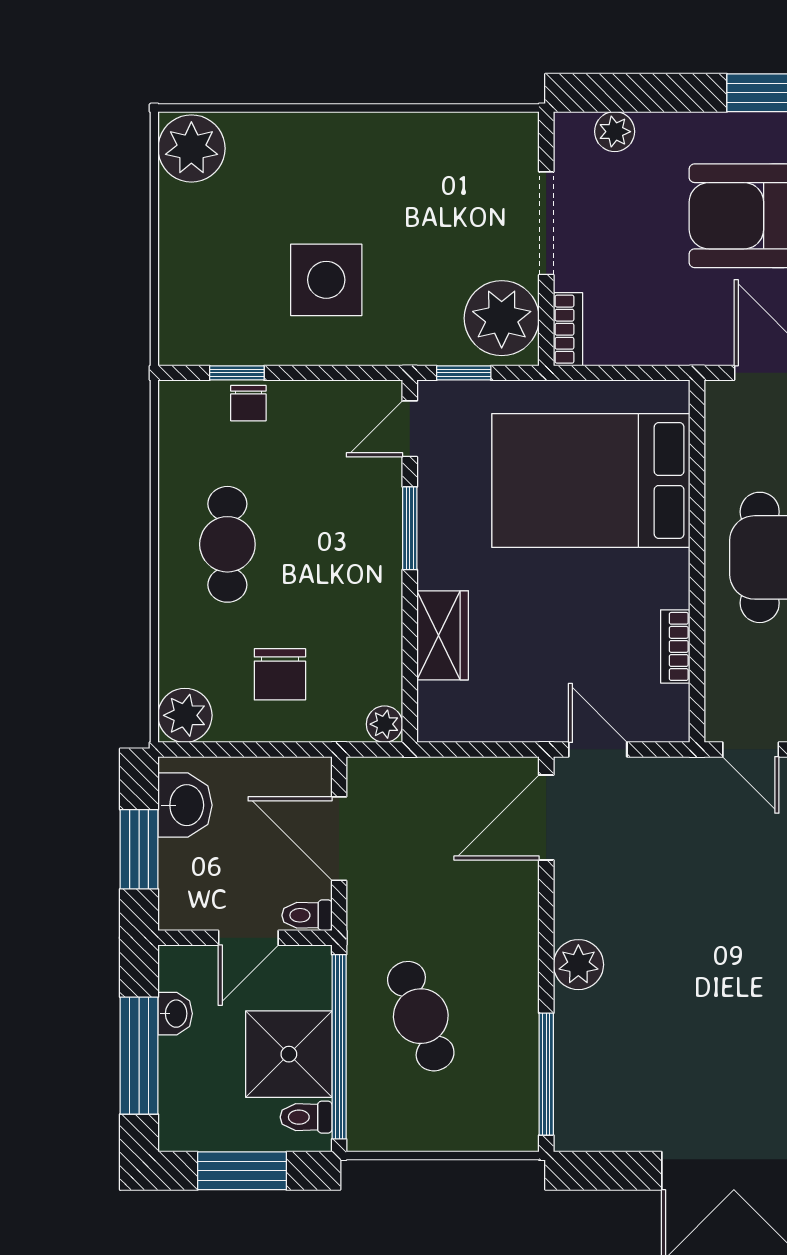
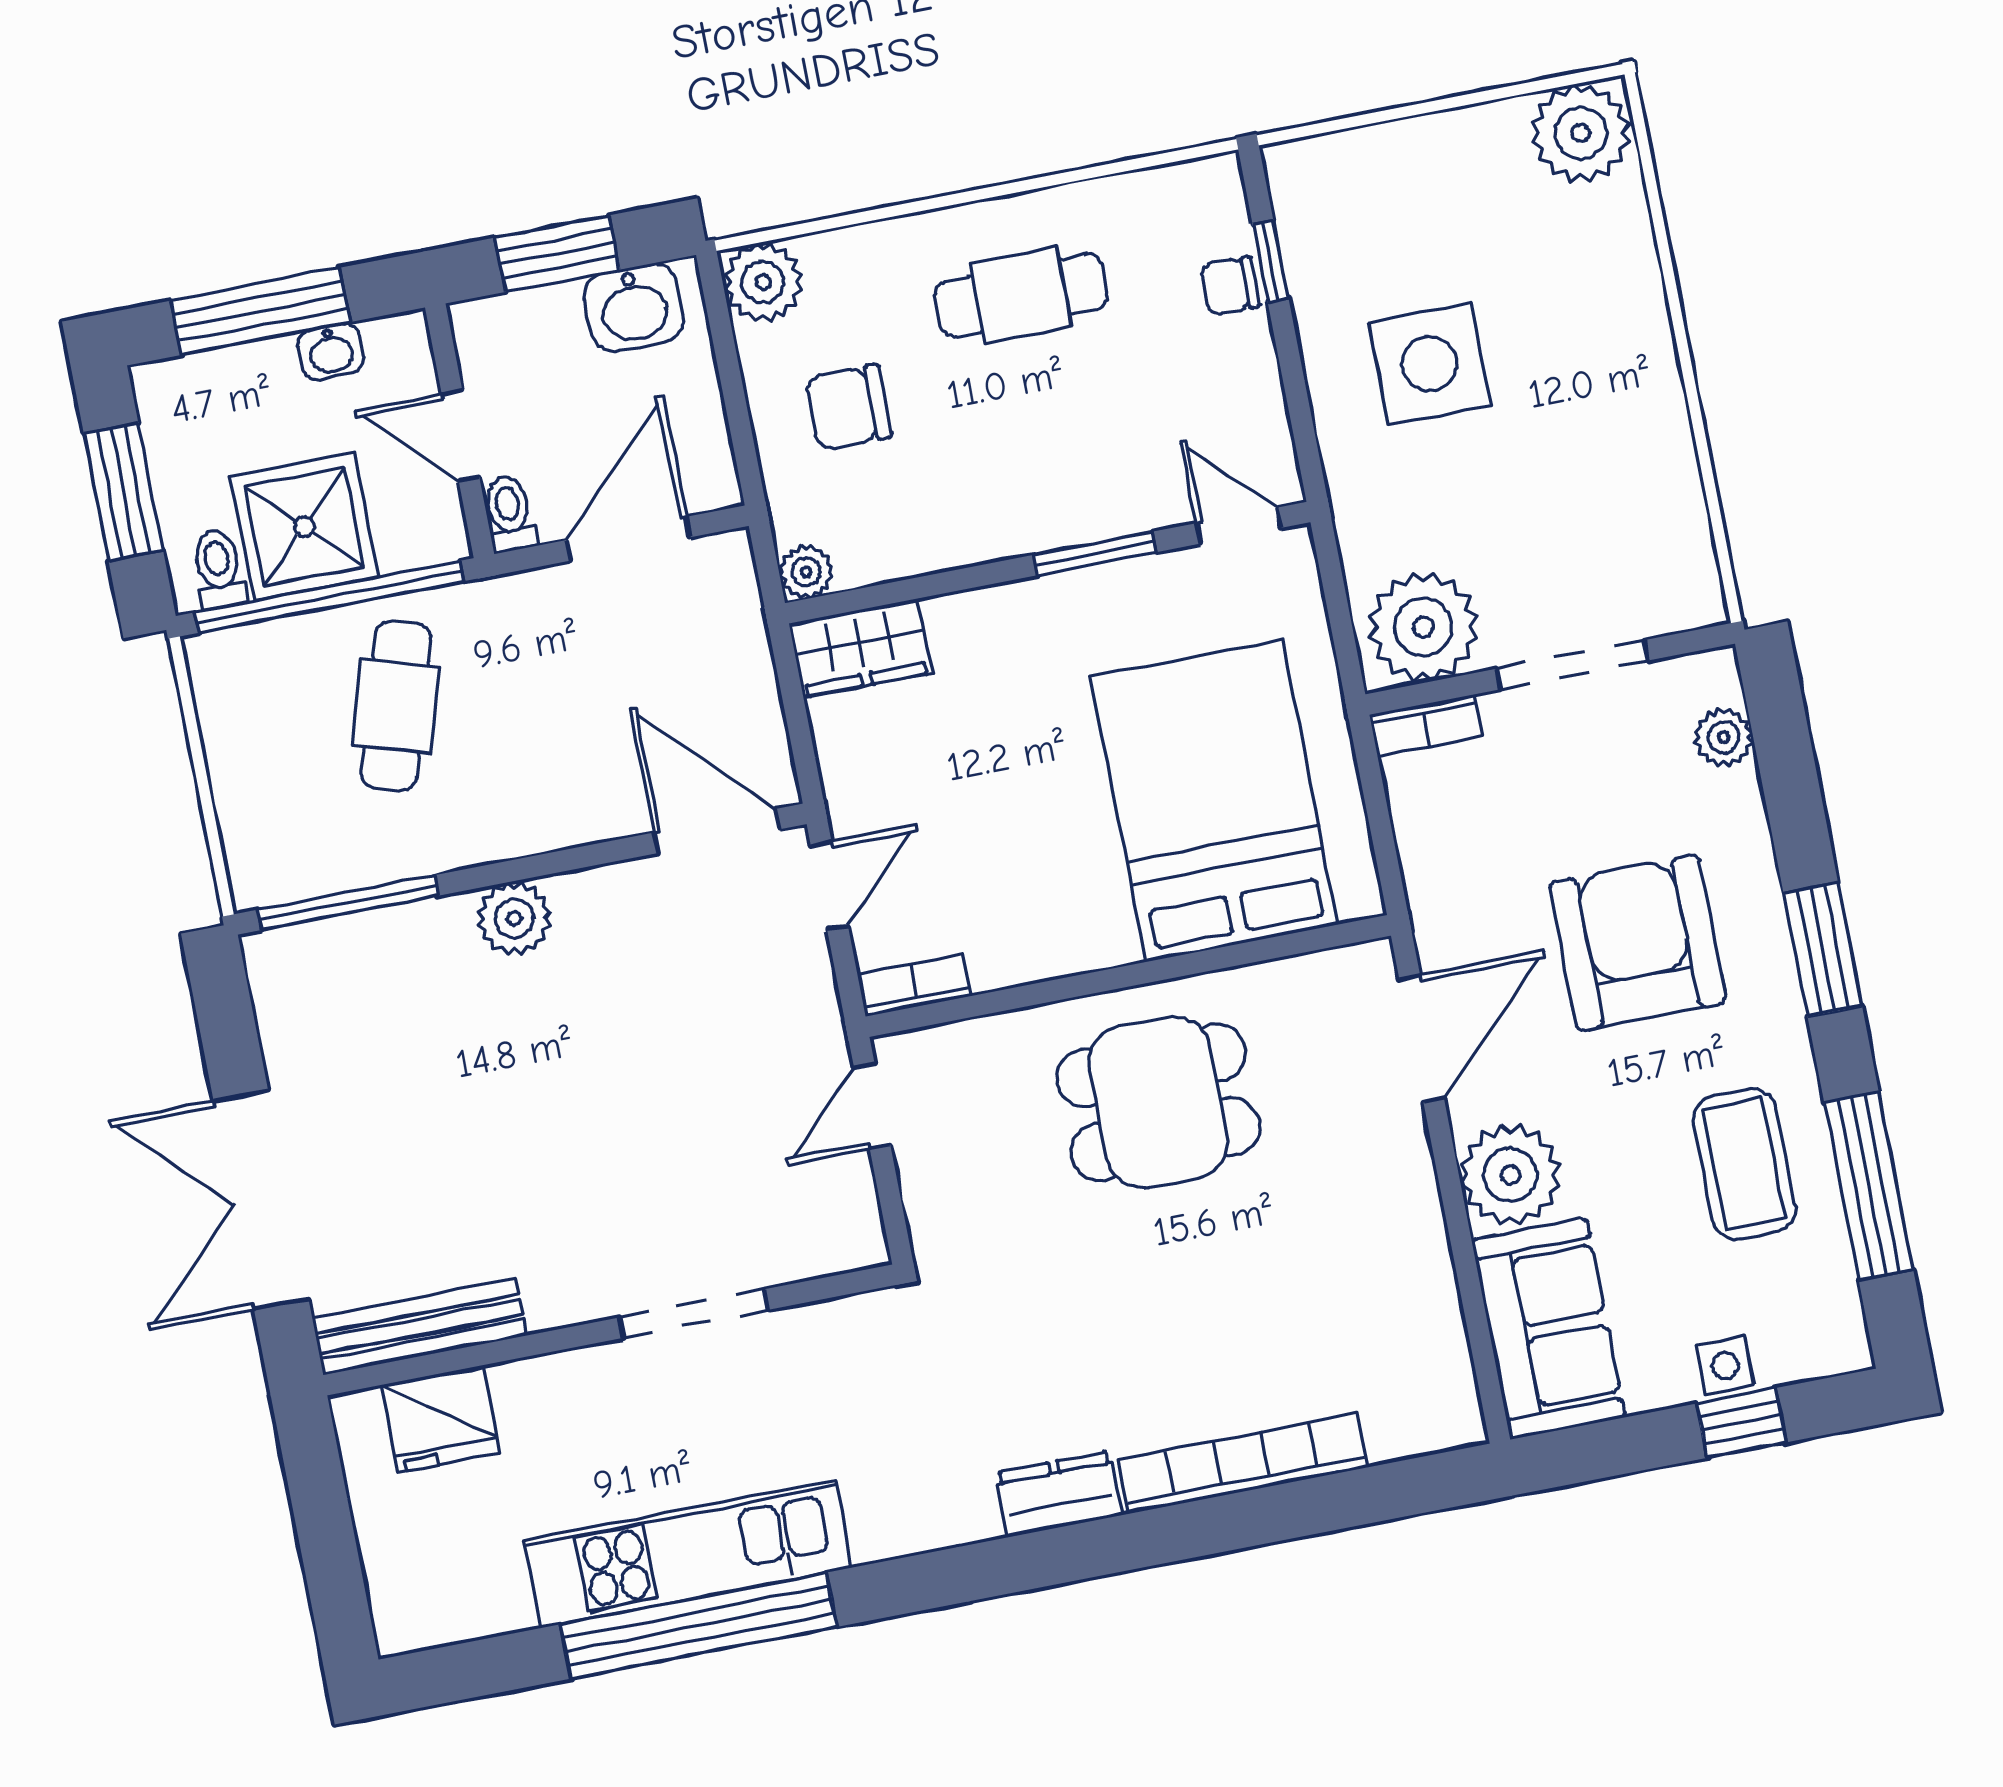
window: (464, 373) -> (1334, 588), removed
wardrobe: (443, 635) -> (860, 648), moved
bookcase: (675, 646) -> (914, 985), moved
cafe table: (421, 1016) -> (396, 706), turned -52

